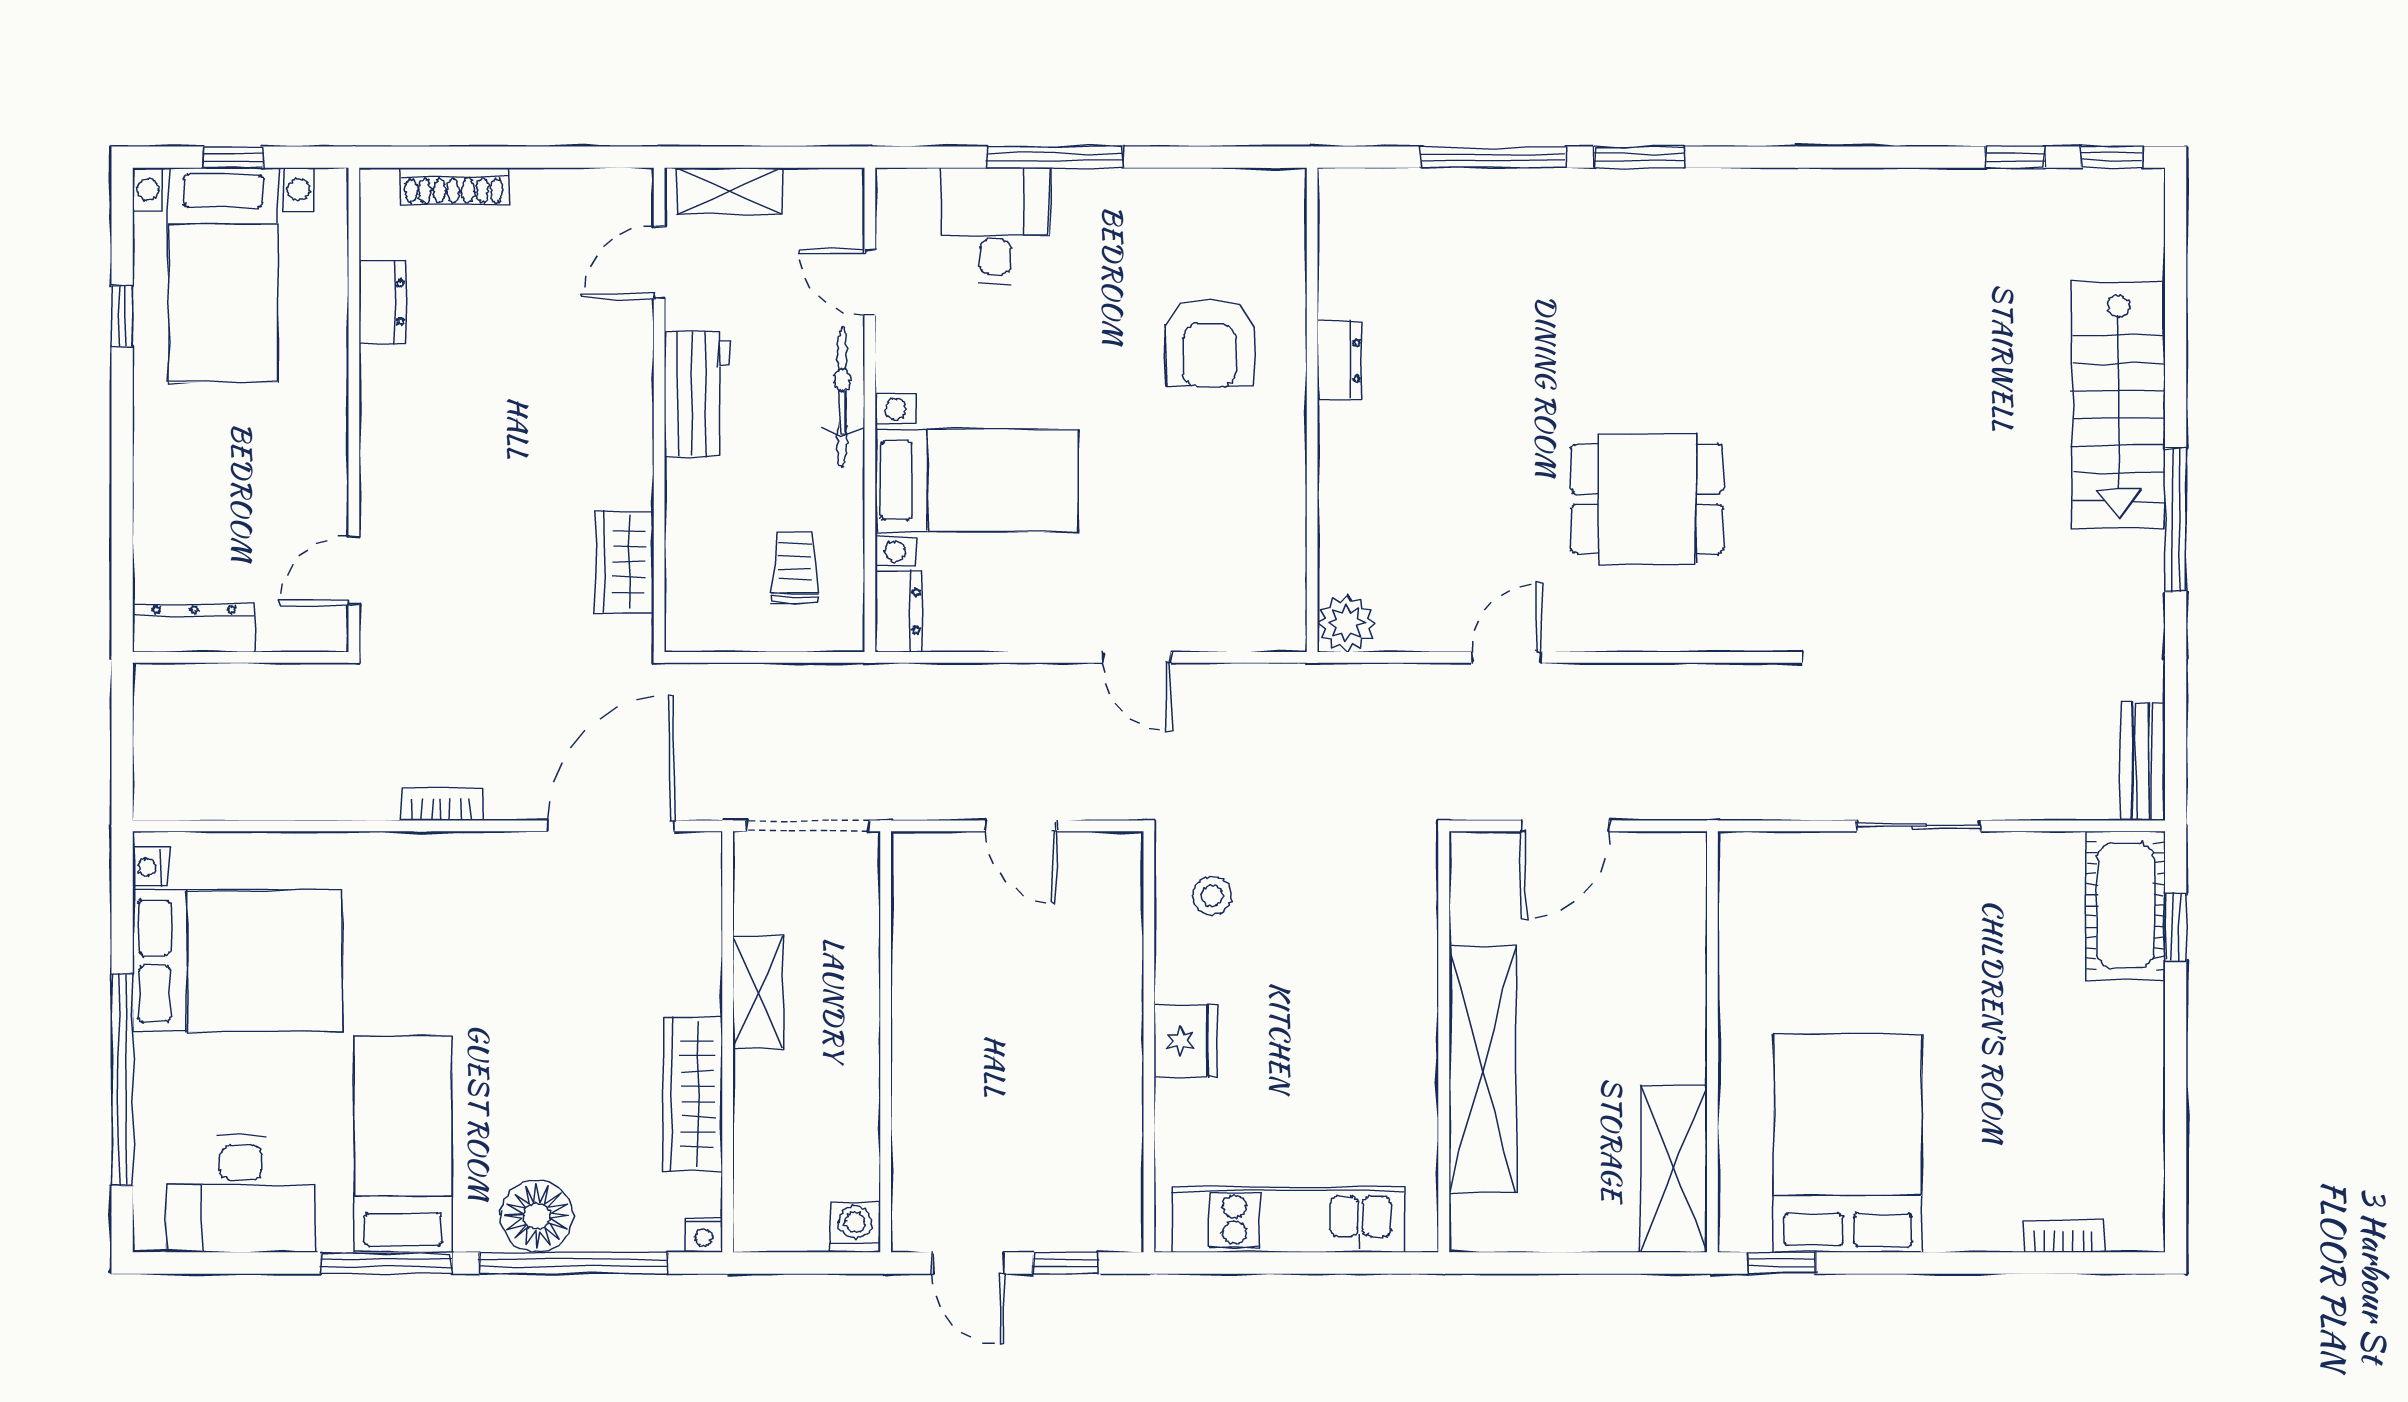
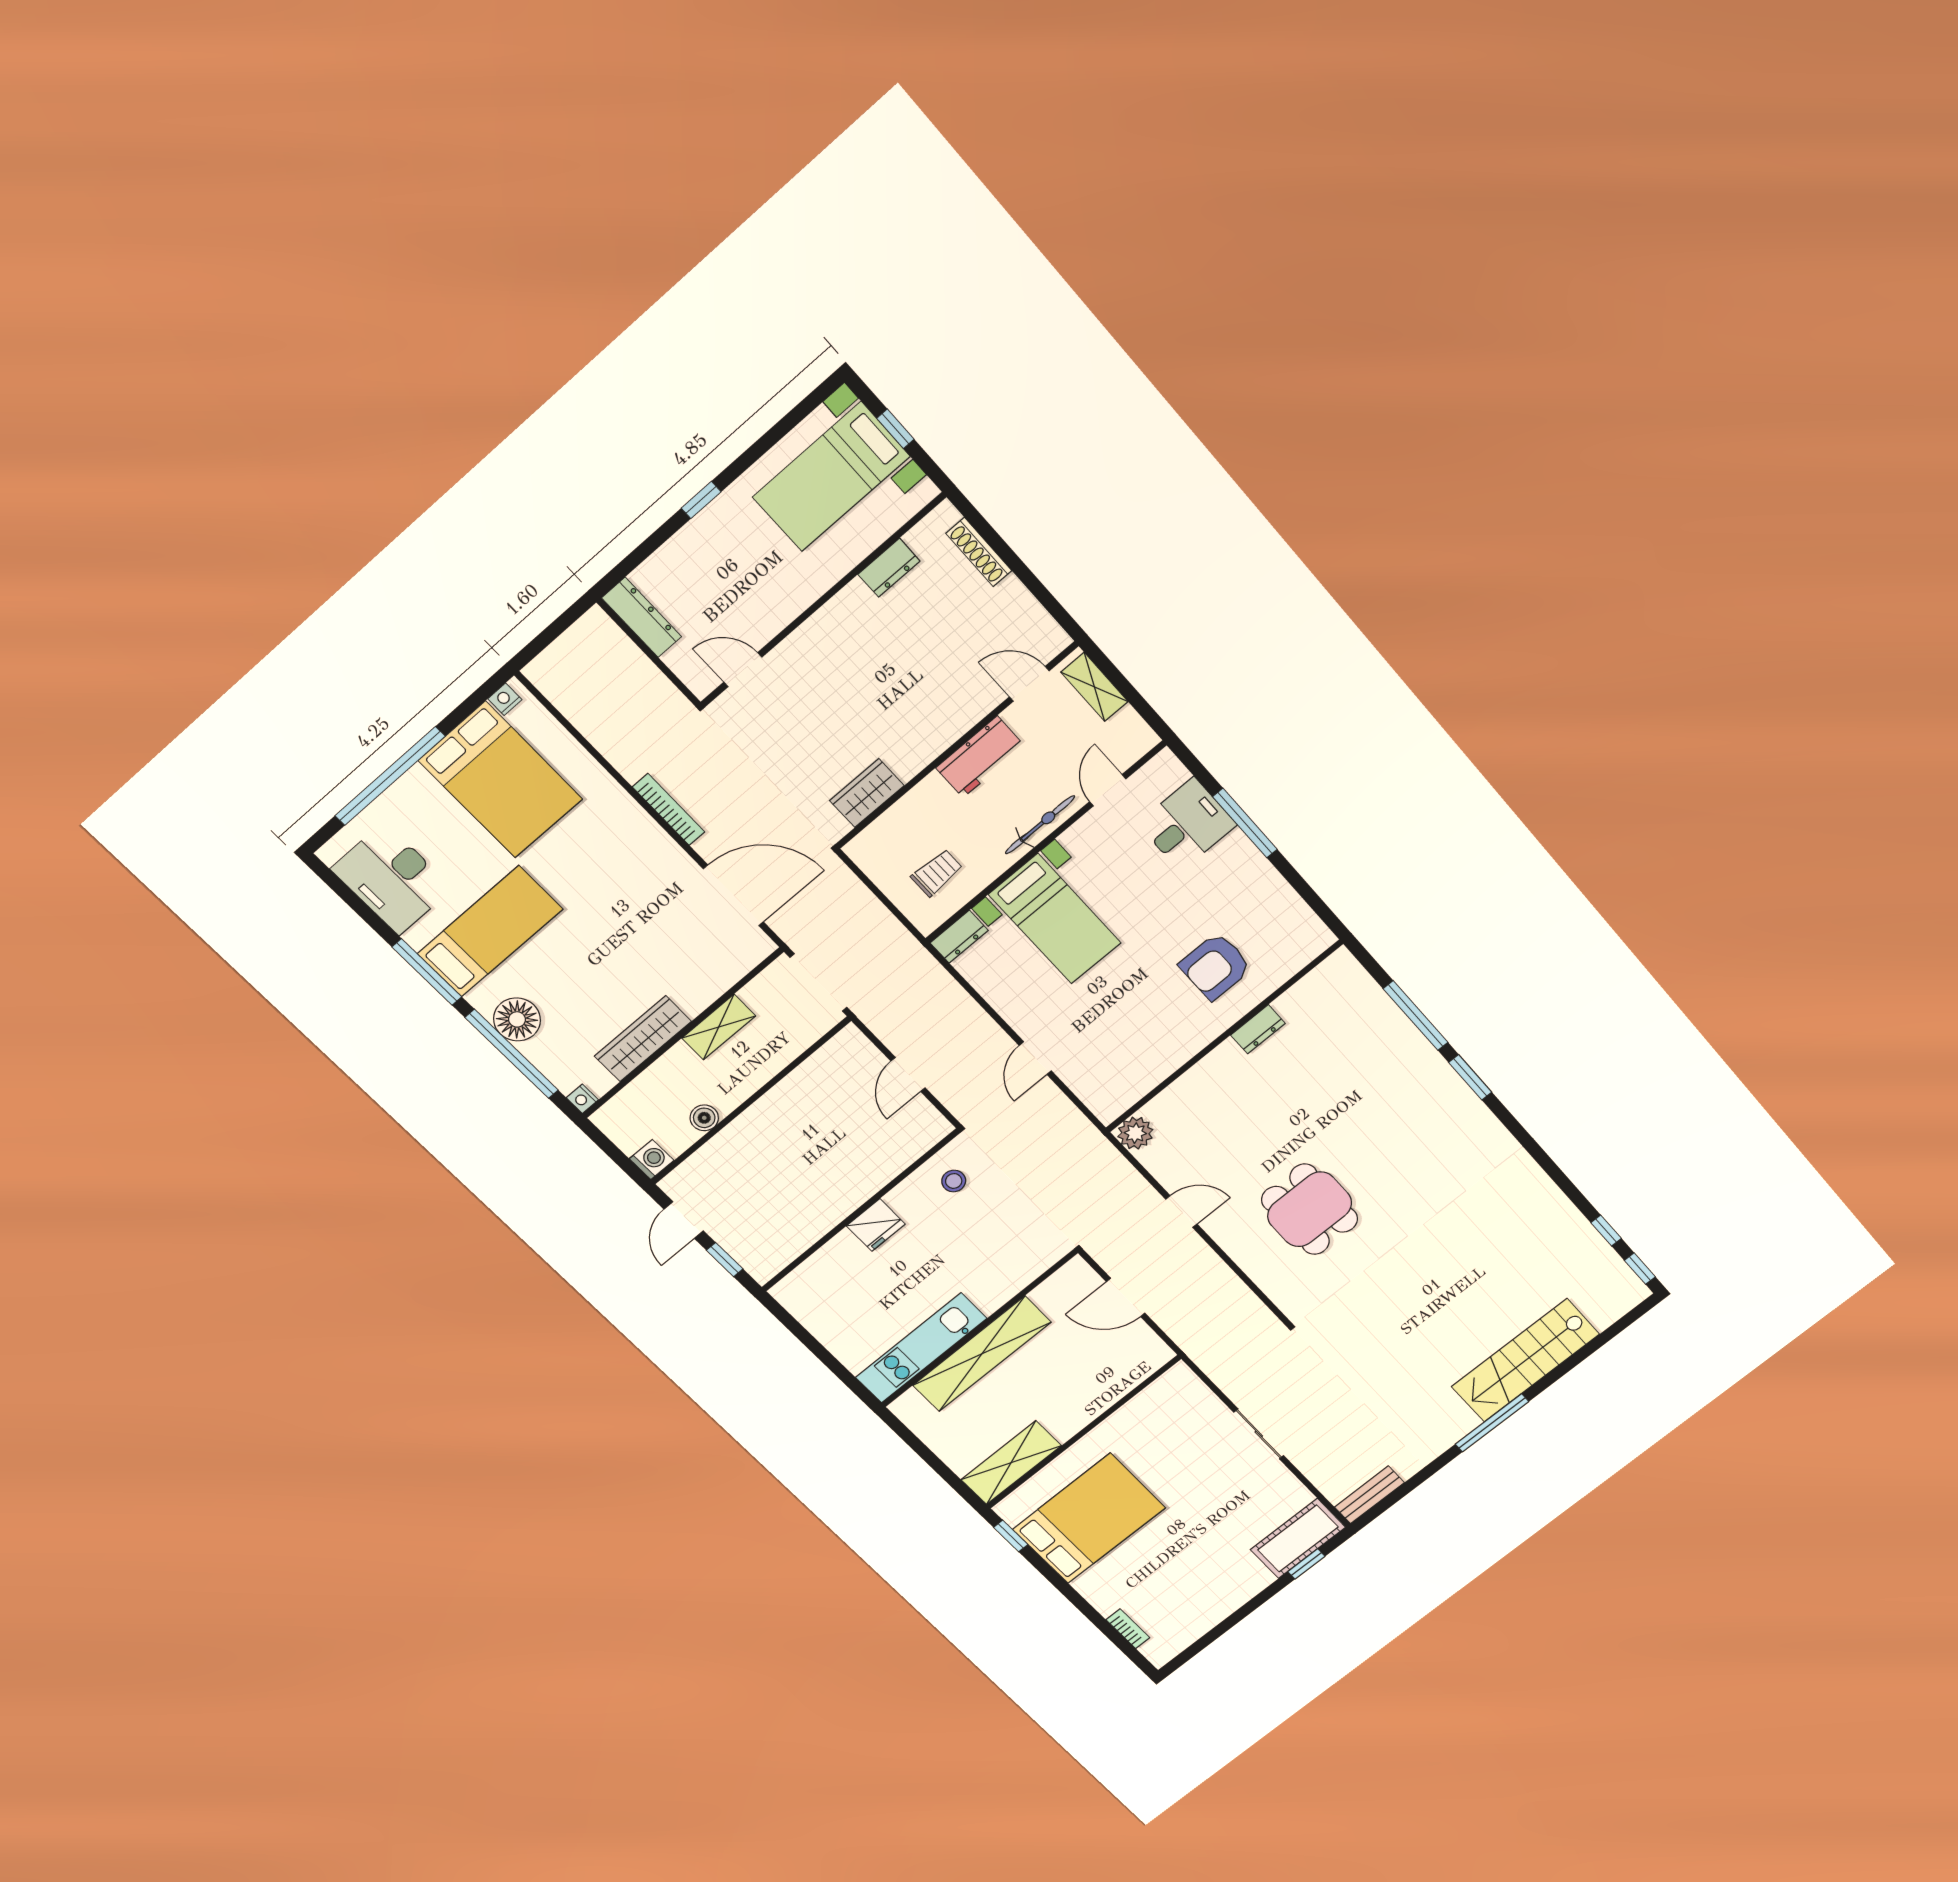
window: (122, 316) -> (701, 500), moved
bookcase: (442, 804) -> (669, 809), width x1.56
boiler: (858, 1116) -> (704, 1118), added
kitchen unit: (1288, 1220) -> (921, 1348), moved, turned -90

